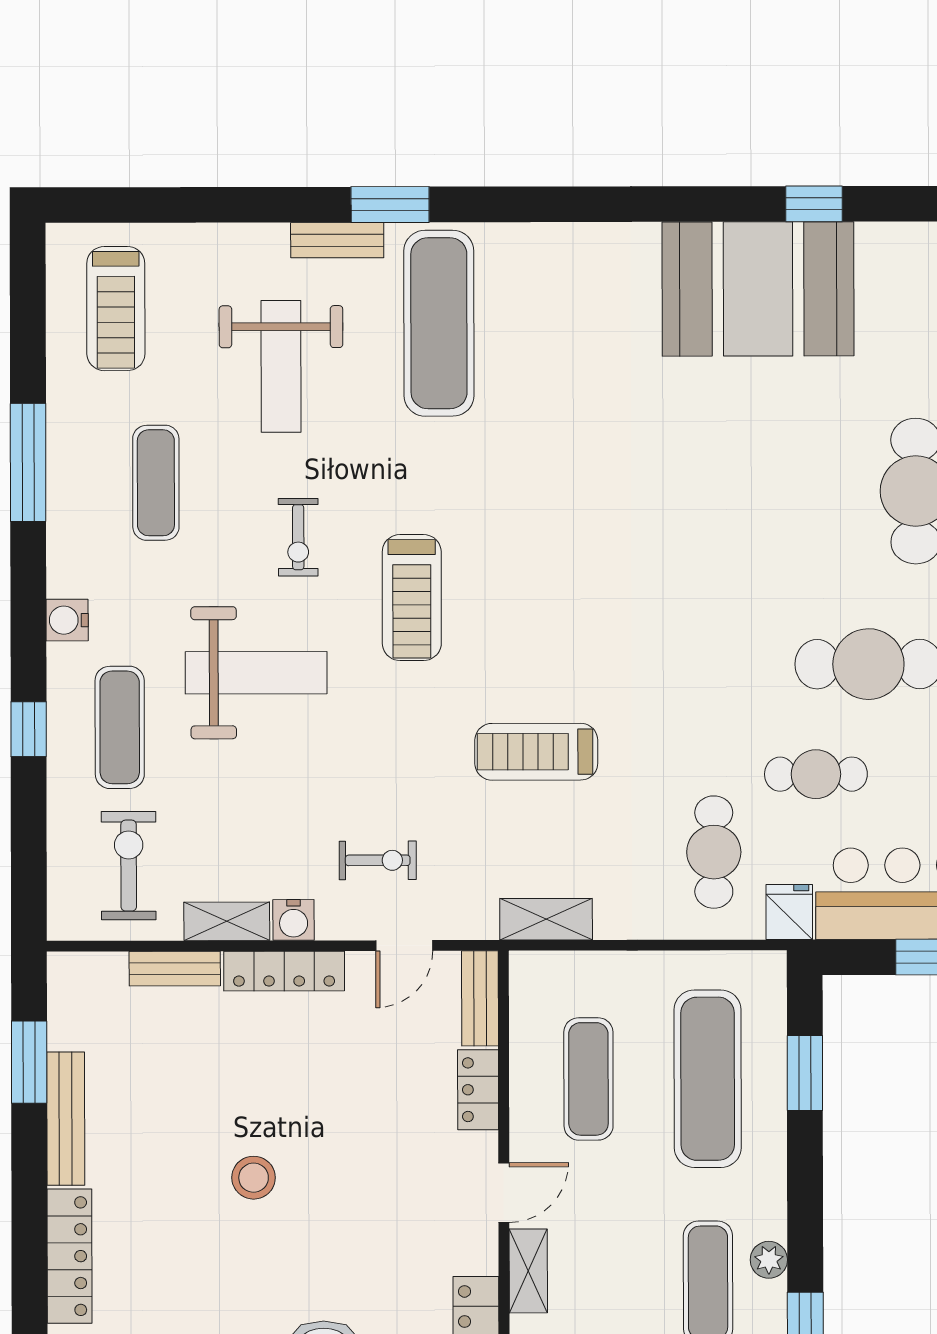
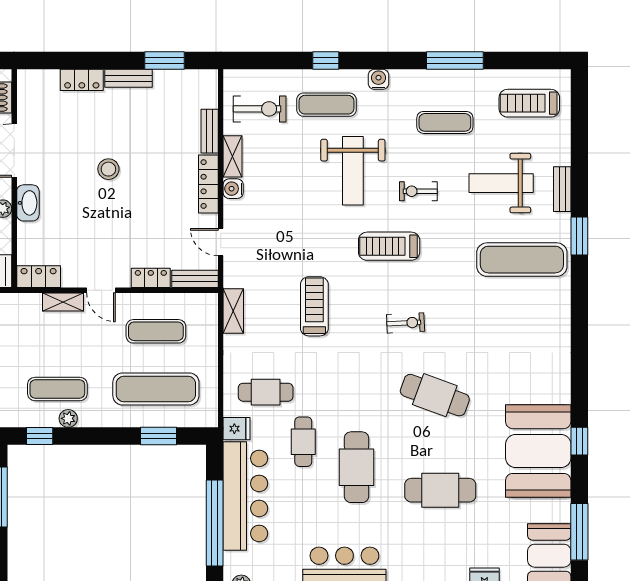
bench: (337, 240) -> (562, 189), moved
booth: (758, 289) -> (538, 451), moved
cafe table: (719, 503) -> (435, 395), added
exercise bike: (378, 860) -> (406, 323), moved, turned -93
bench: (66, 1119) -> (129, 78), width x0.73
locker: (70, 1256) -> (82, 80), width x0.66

